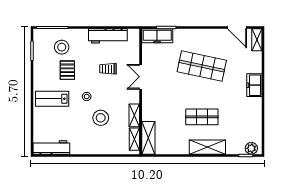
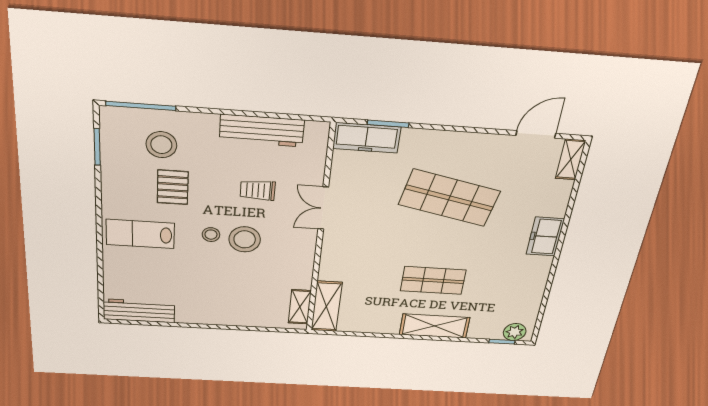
door: (237, 27) -> (536, 134), swing flipped
shelving: (134, 115) -> (303, 271), removed
stool: (101, 118) -> (245, 239), moved

